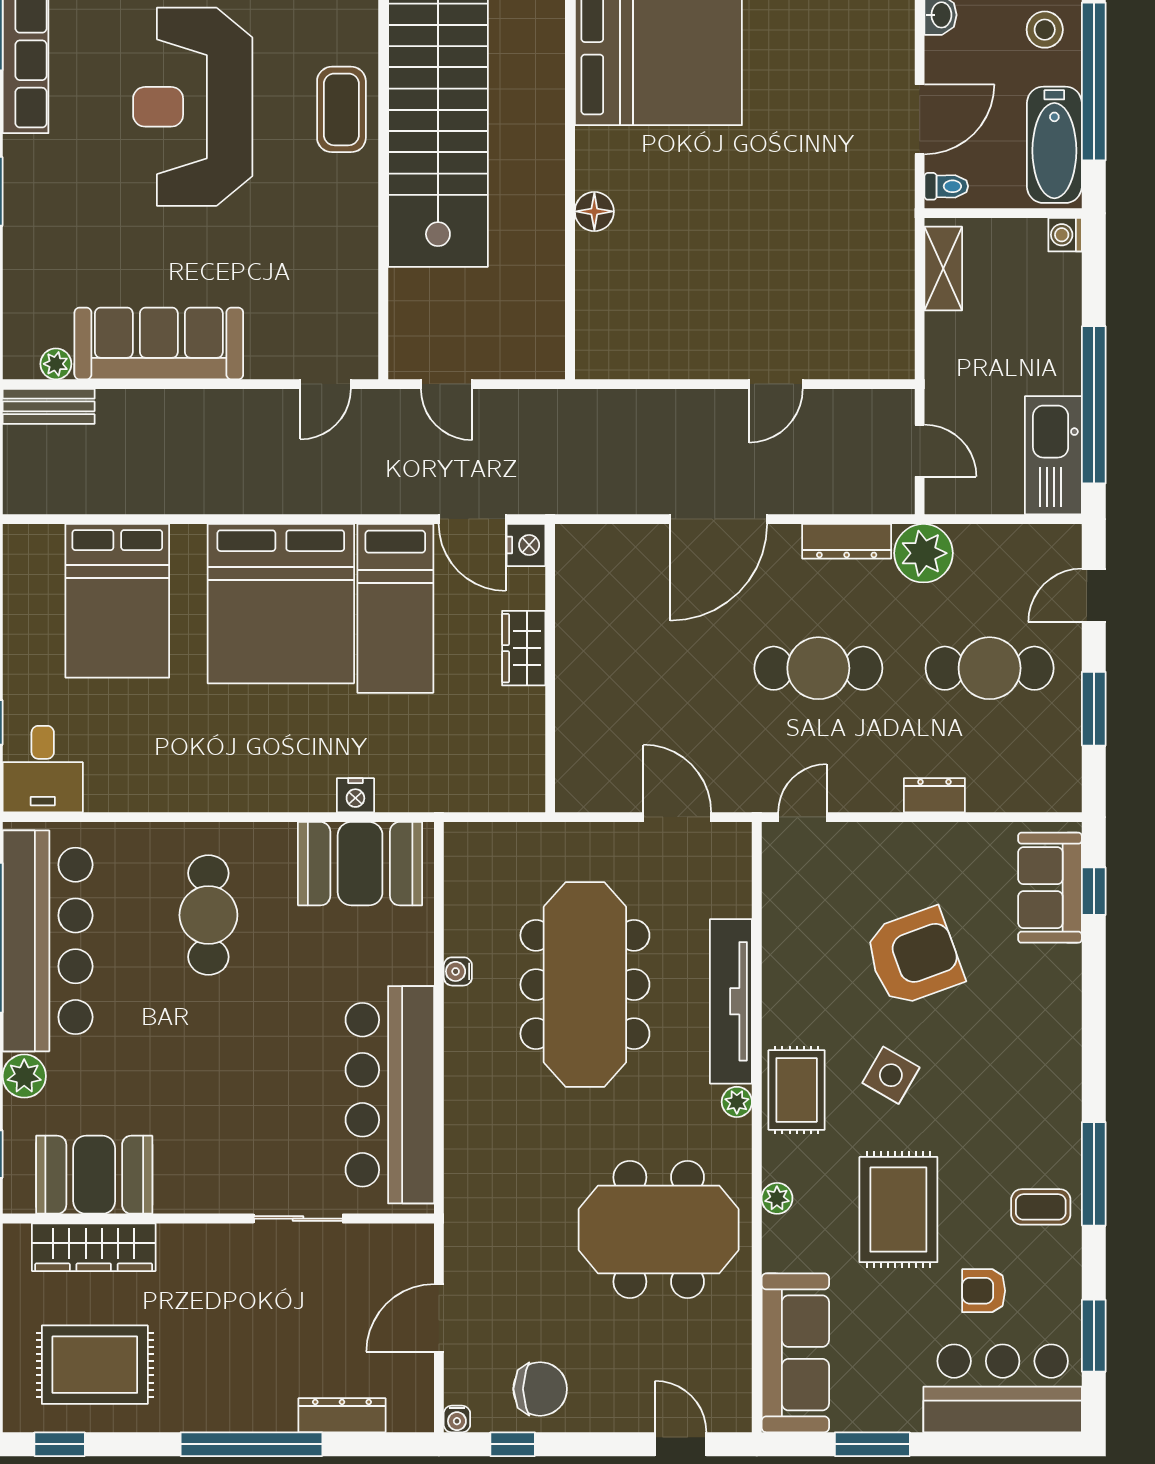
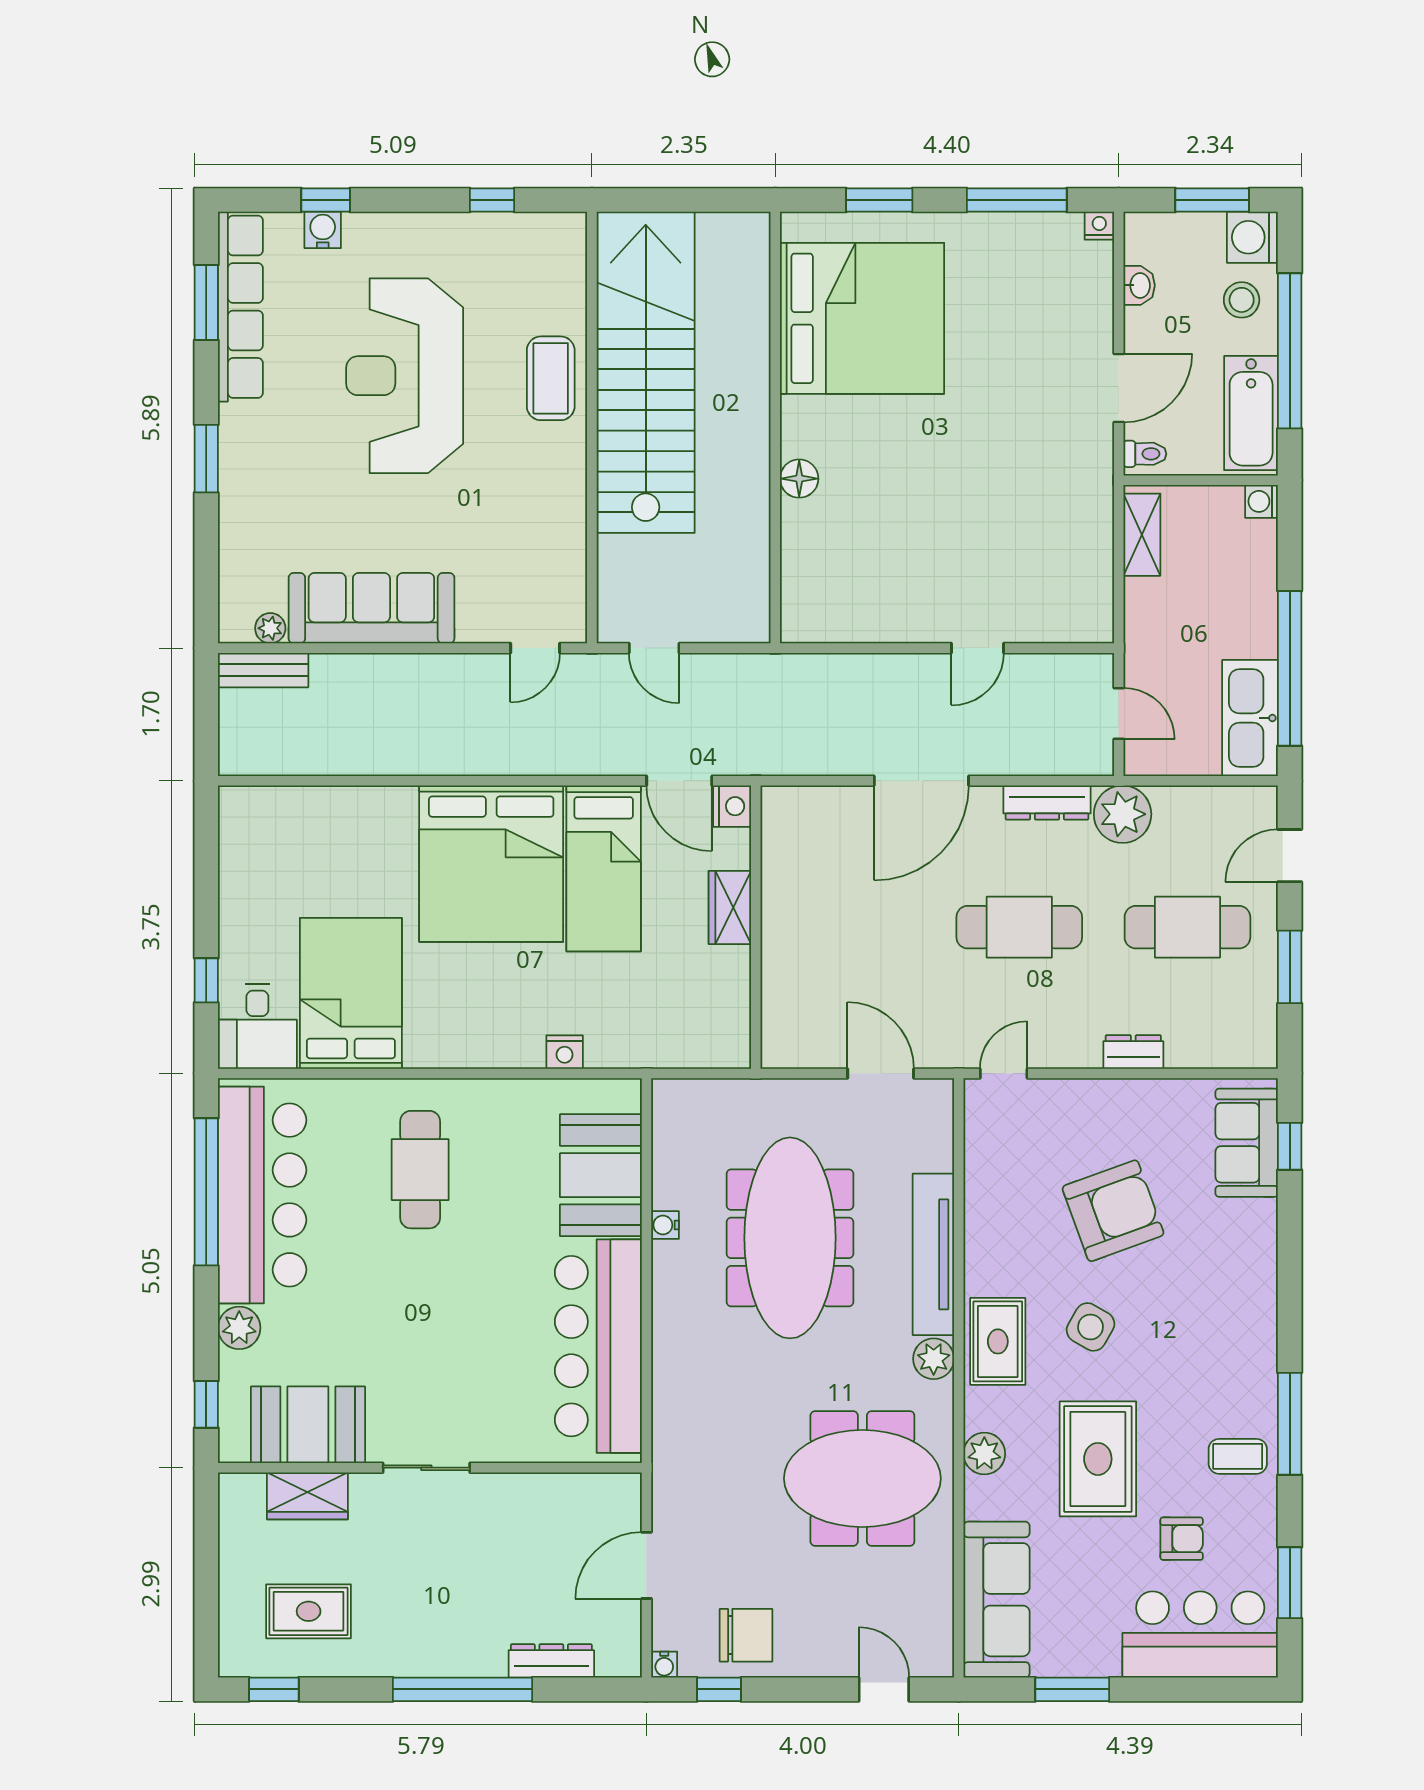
bed: (117, 601) -> (351, 993), moved, turned 180
booth: (360, 864) -> (601, 1175), moved, turned 90
plant: (737, 1102) -> (934, 1359), width x1.38, depth x1.38
plant: (777, 1198) -> (984, 1454), width x1.38, depth x1.38
sliding door: (298, 1219) -> (426, 1468), moved
wardrobe: (94, 1247) -> (307, 1496), width x0.67
armchair: (984, 1291) -> (1182, 1539), turned 180
rug: (95, 1365) -> (309, 1611), width x0.73, depth x0.70

